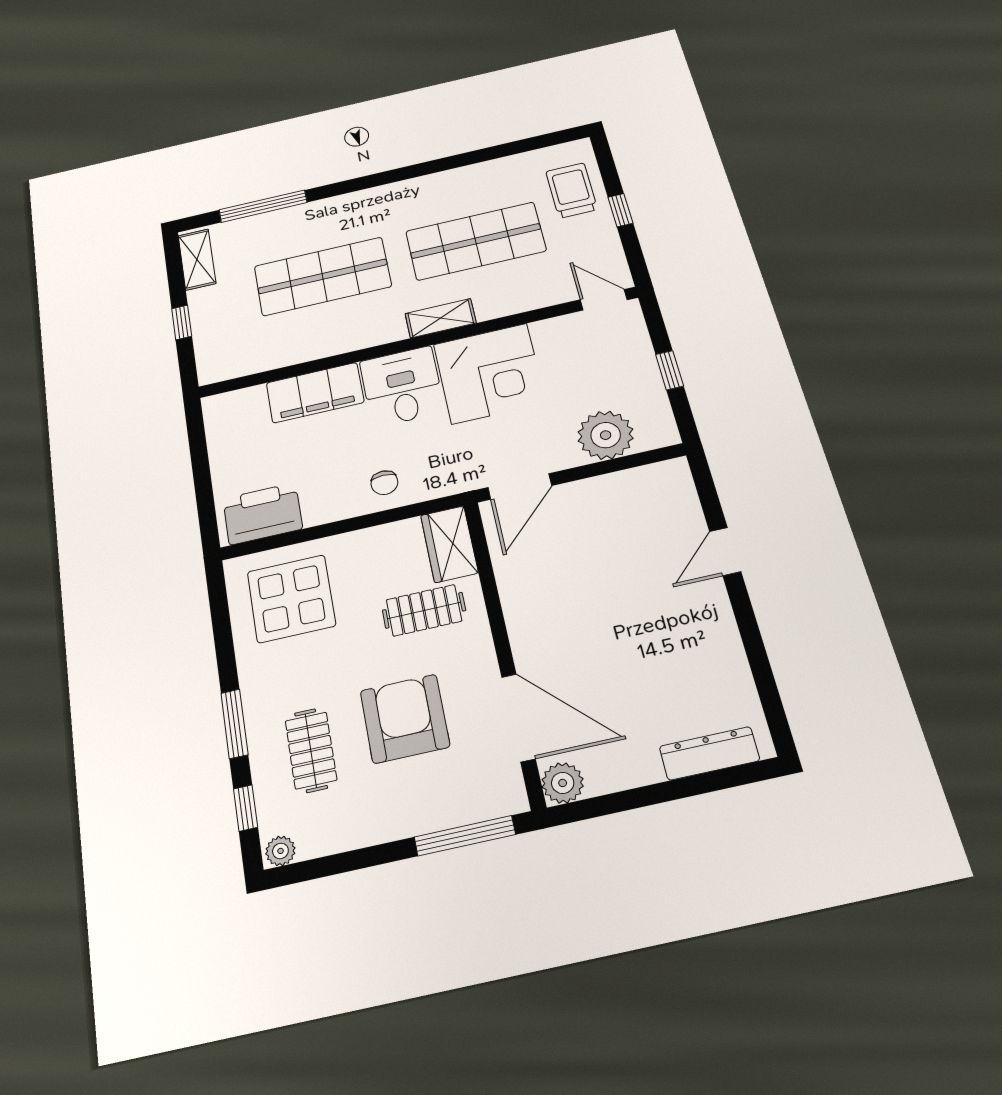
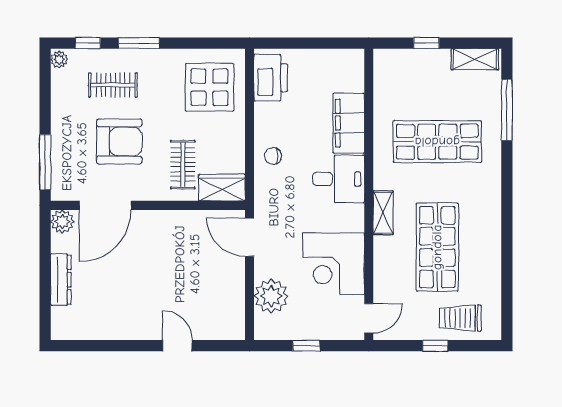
trolley: (572, 190) -> (460, 318), turned 180
shop shelf: (323, 276) -> (437, 142), turned 90
corner desk: (490, 373) -> (334, 264), moved
dresser: (709, 753) -> (61, 280), moved

